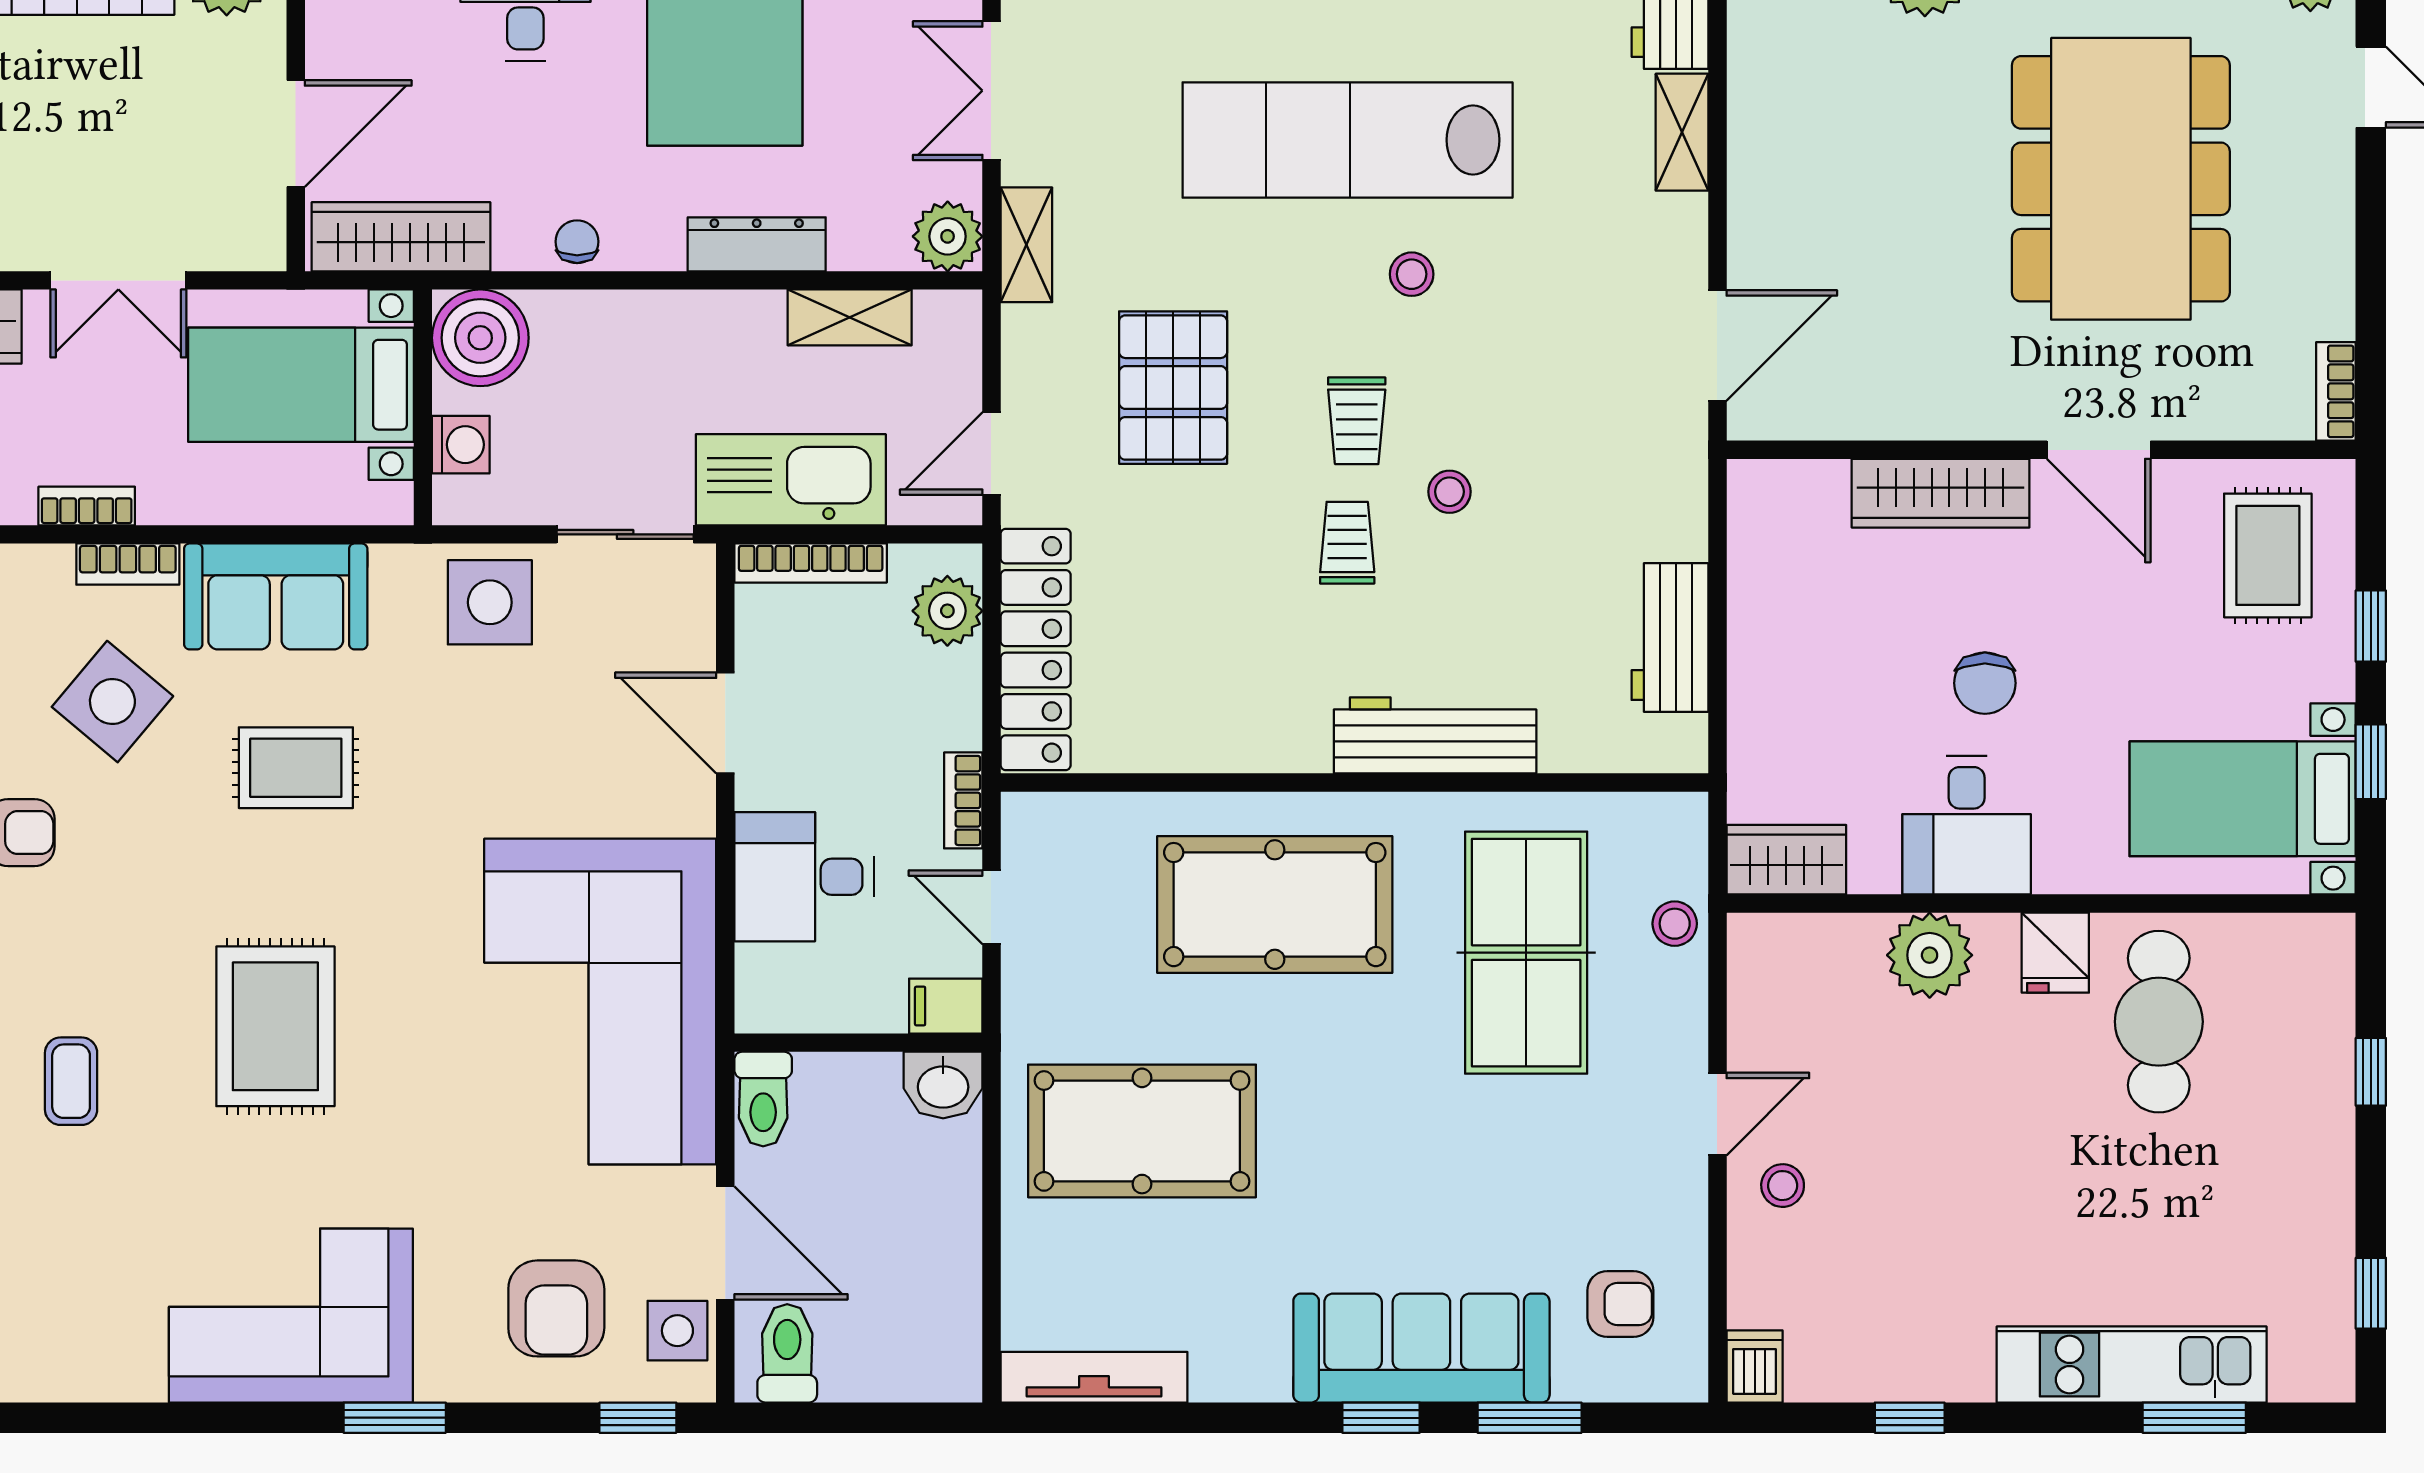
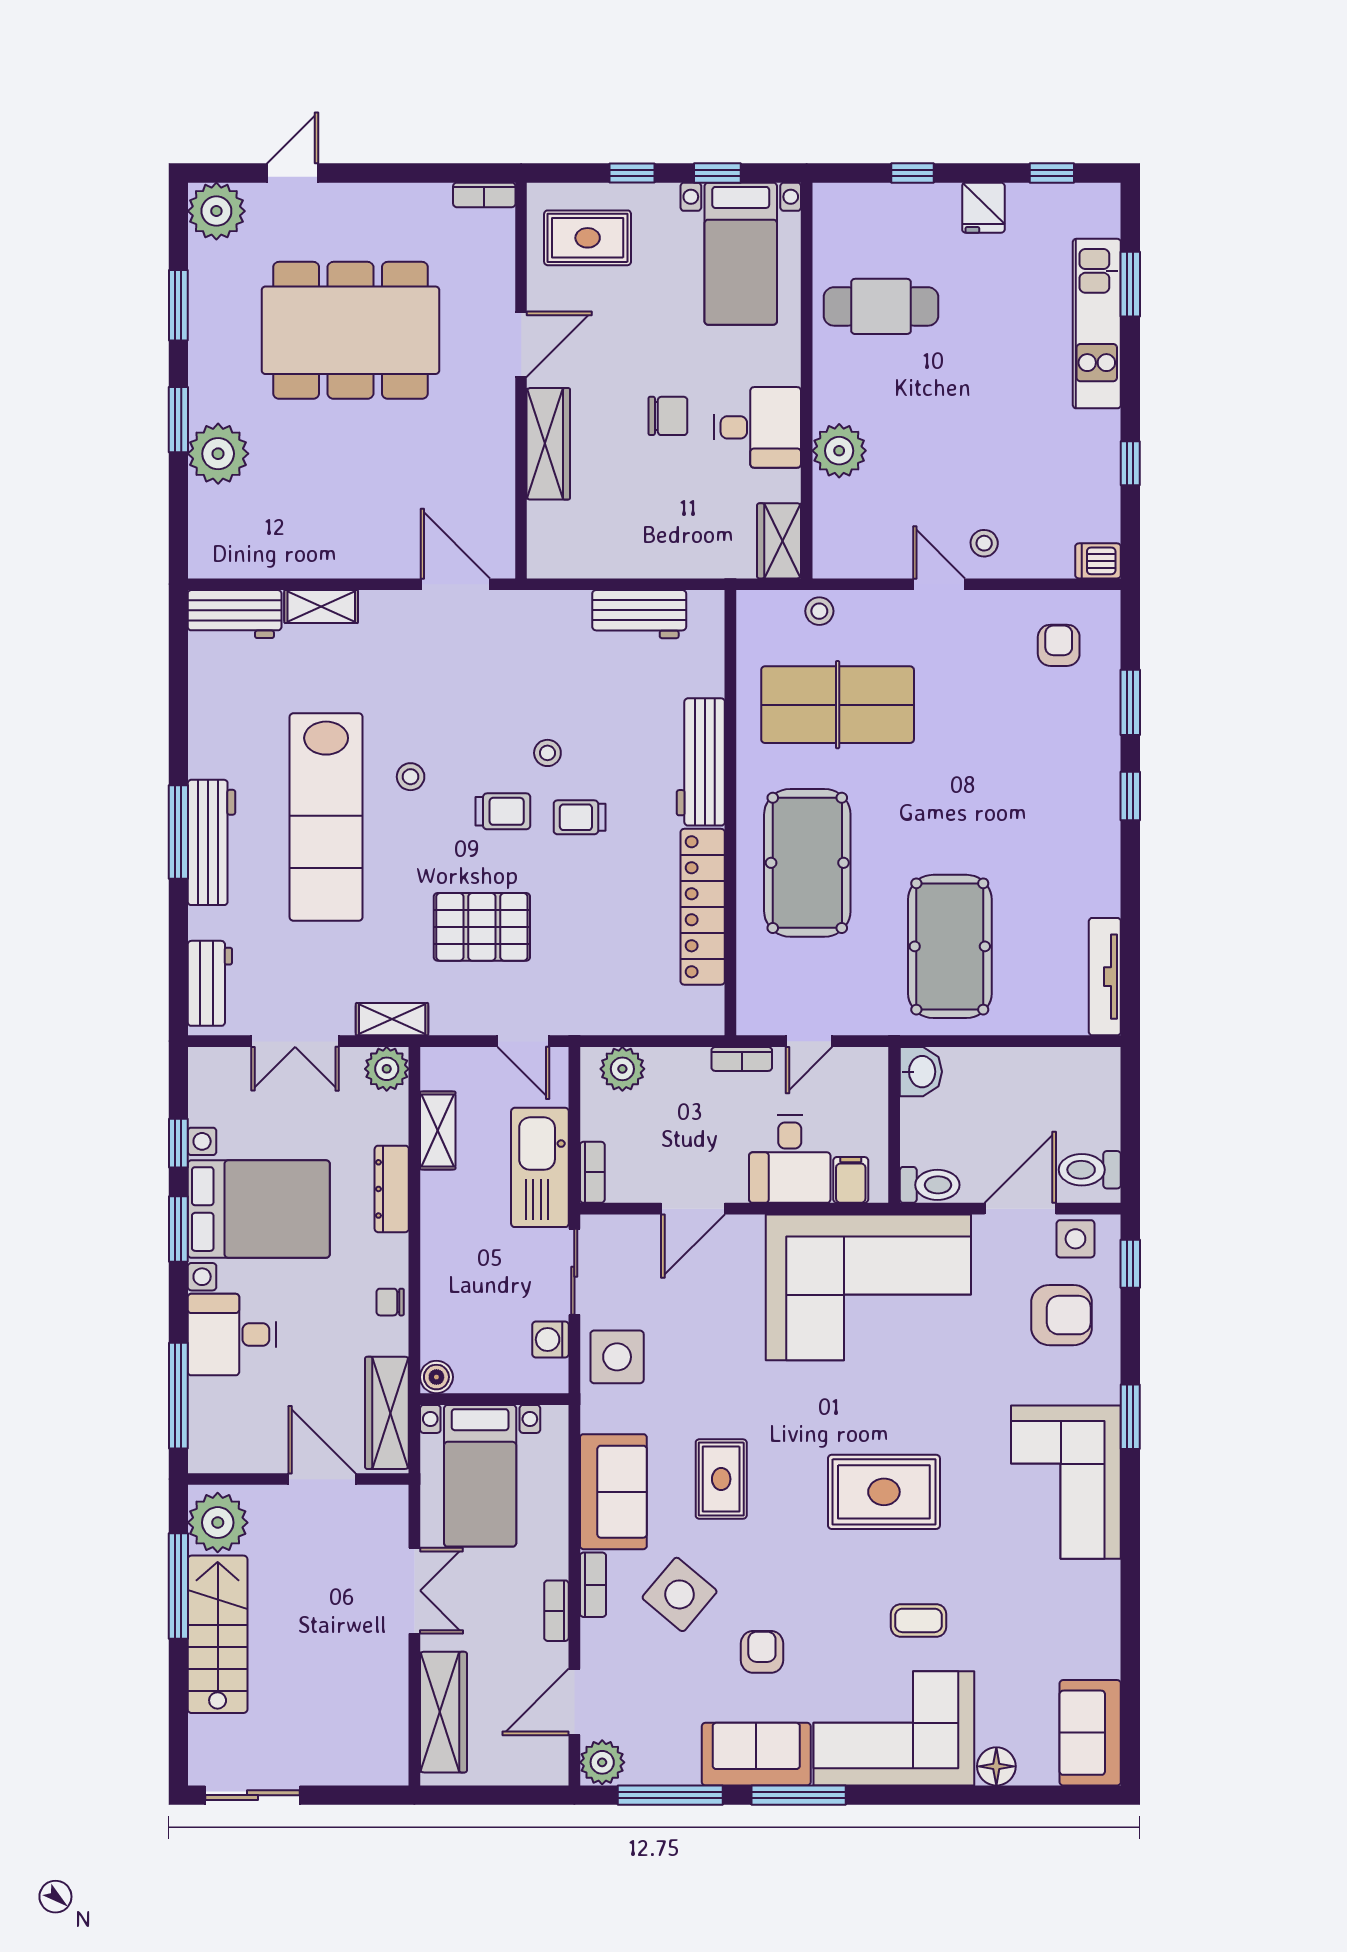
boiler: (480, 338) -> (436, 1377), width x0.54, depth x0.54
washing machine: (461, 445) -> (550, 1340), moved, turned -90
bookcase: (811, 563) -> (592, 1172), width x0.64
locker: (1036, 649) -> (703, 907), moved, turned -90
fridge: (2055, 953) -> (983, 208), moved, turned 90
filing cabinet: (946, 1006) -> (851, 1180), moved, turned 180
sofa: (1421, 1348) -> (1086, 771), removed

